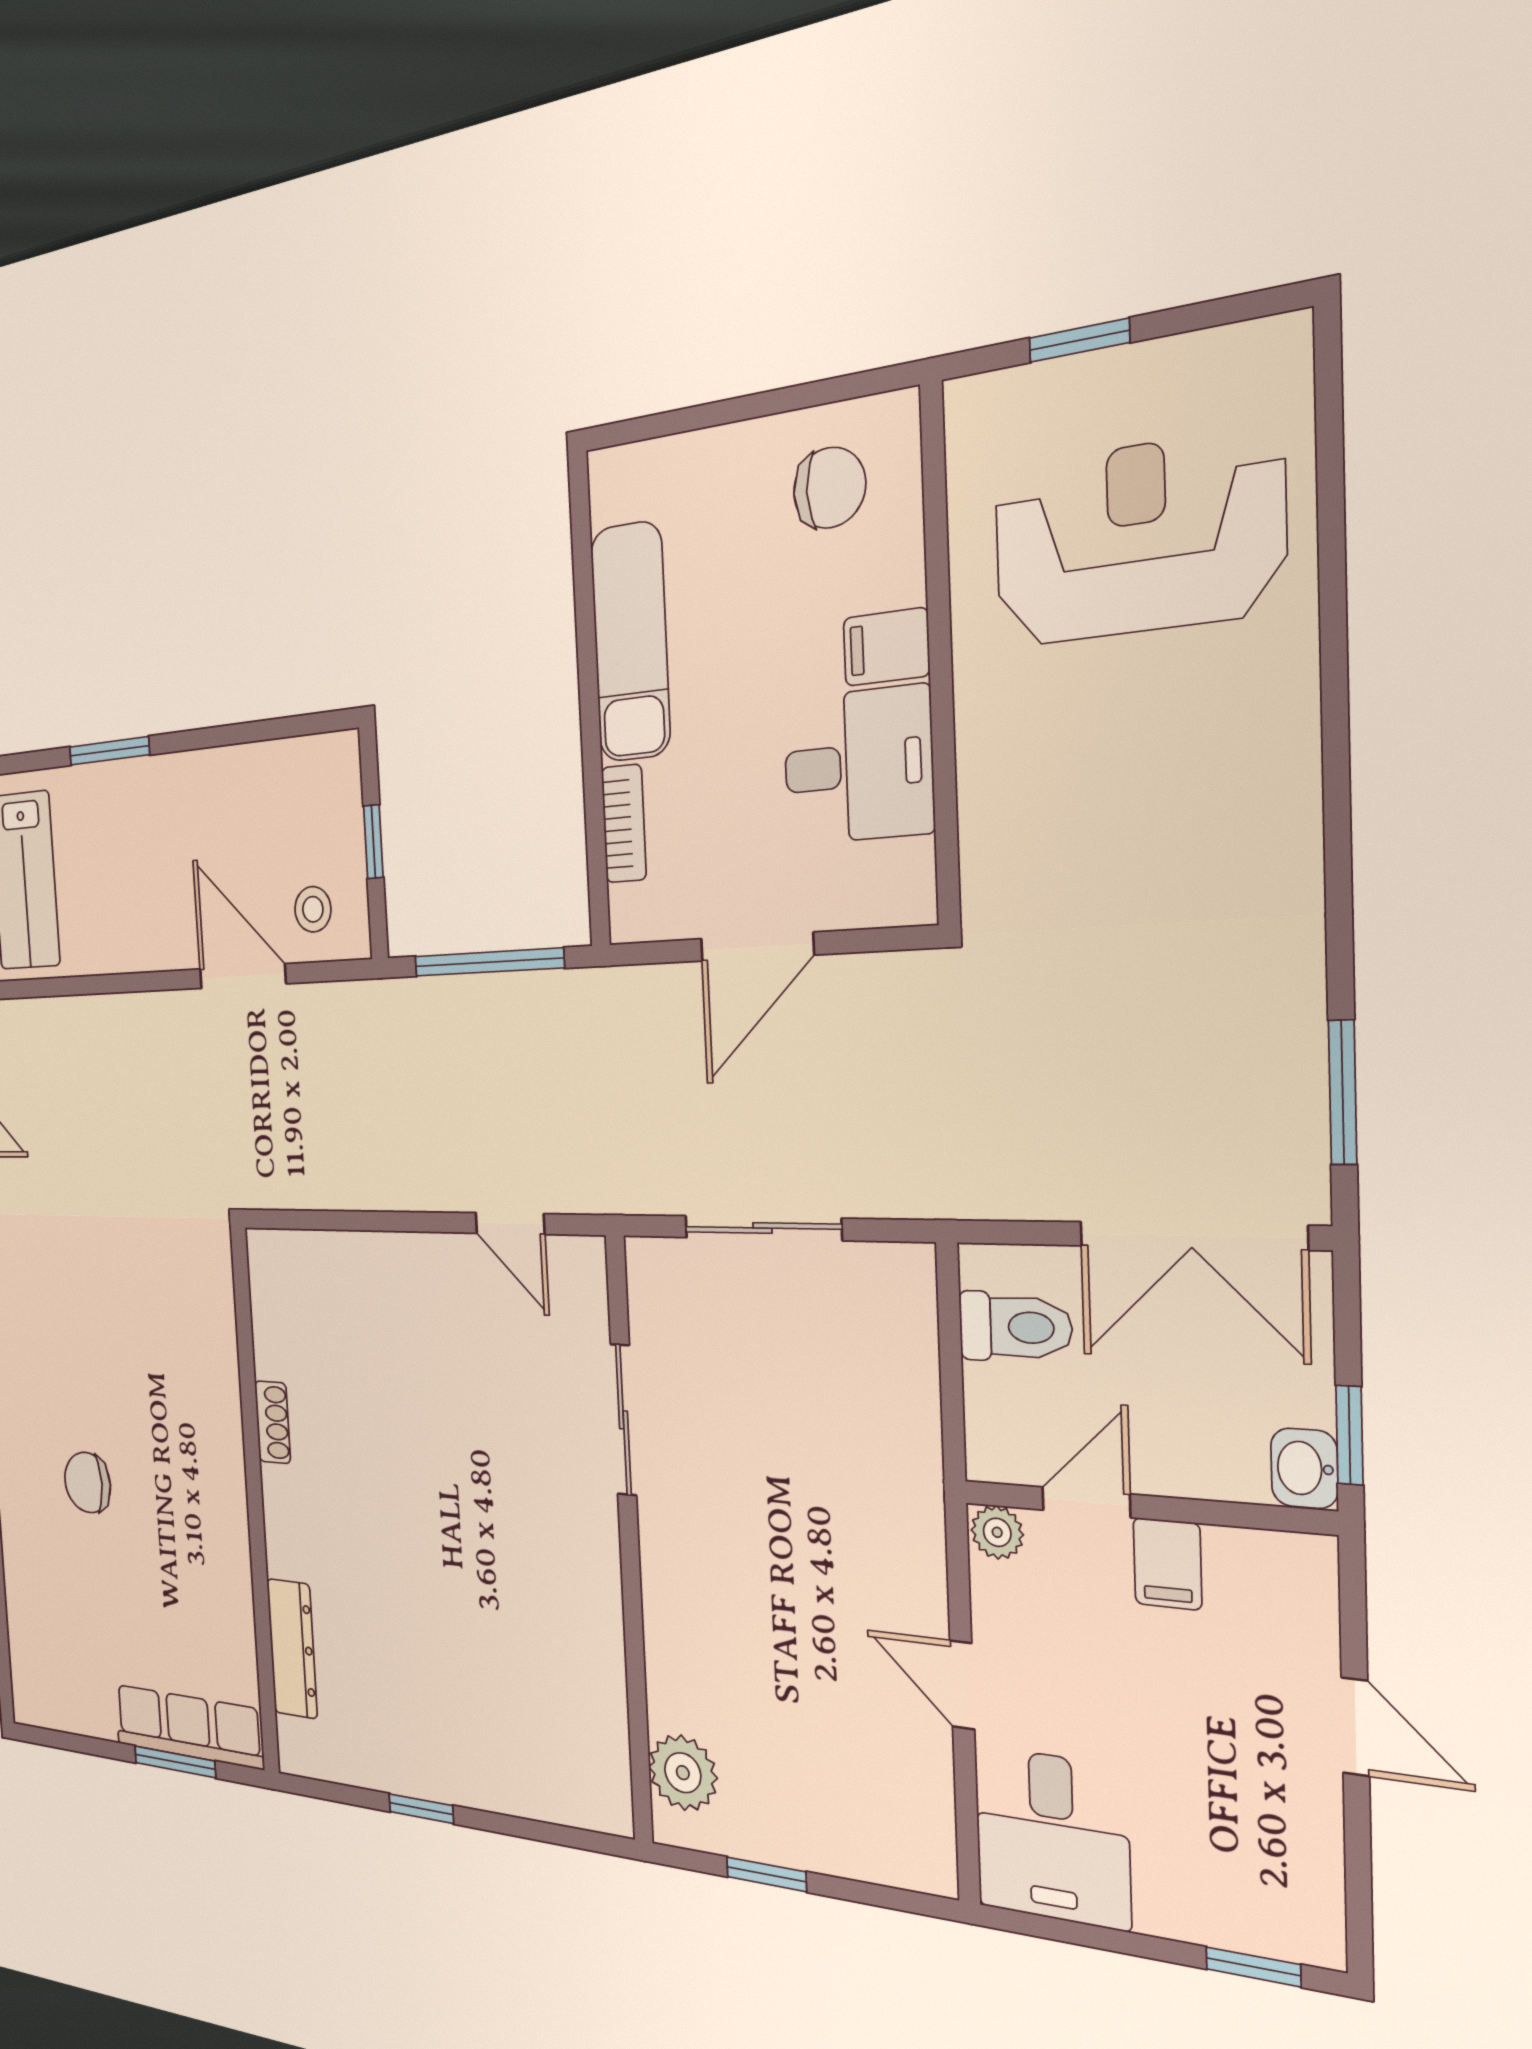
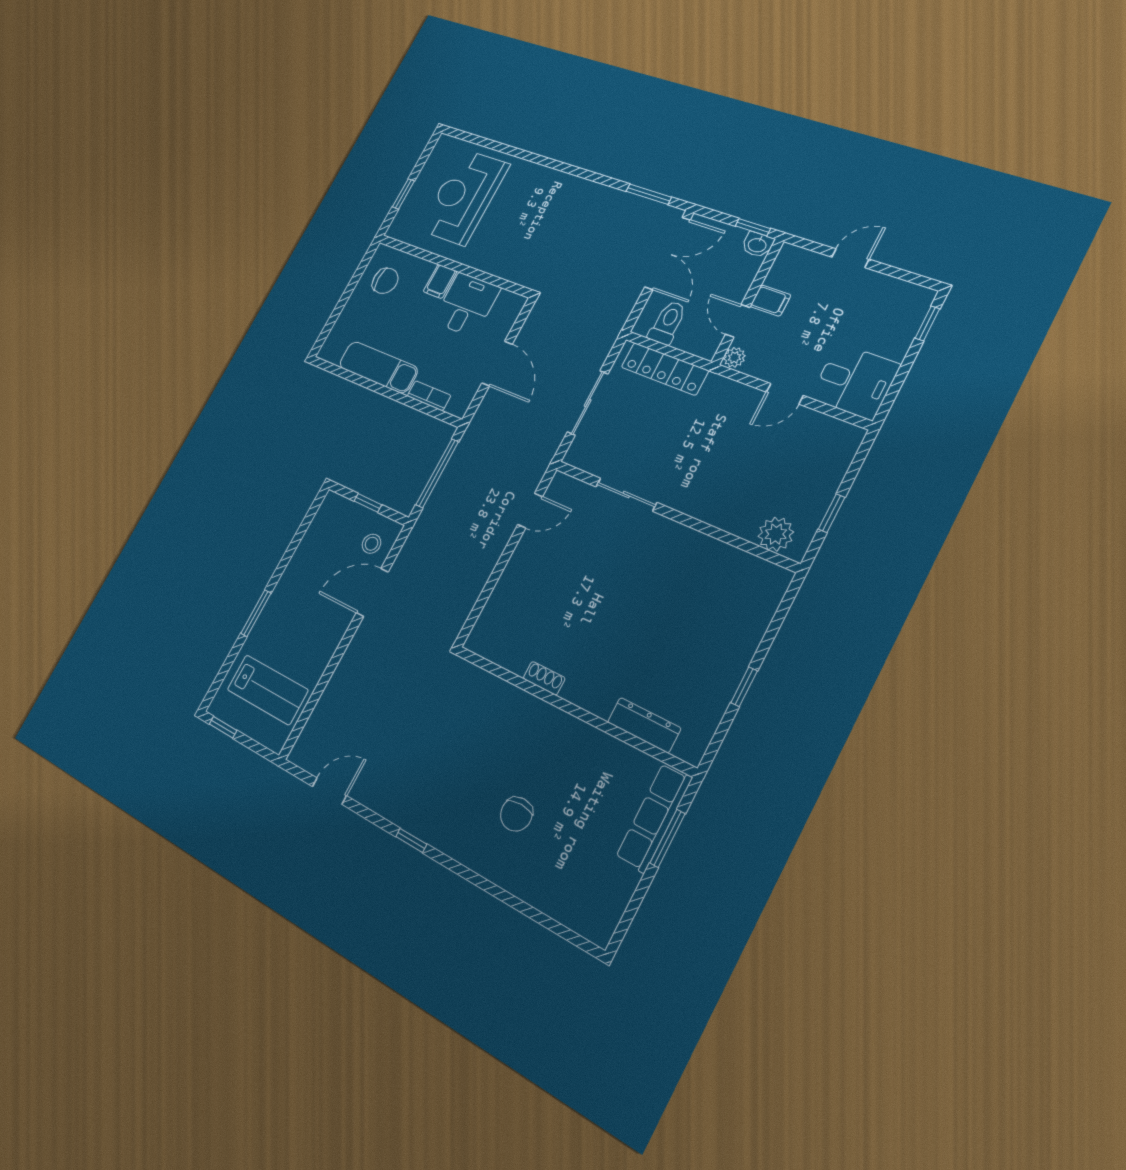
chair: (830, 488) -> (385, 281), turned 90
locker: (907, 1375) -> (665, 369), added

